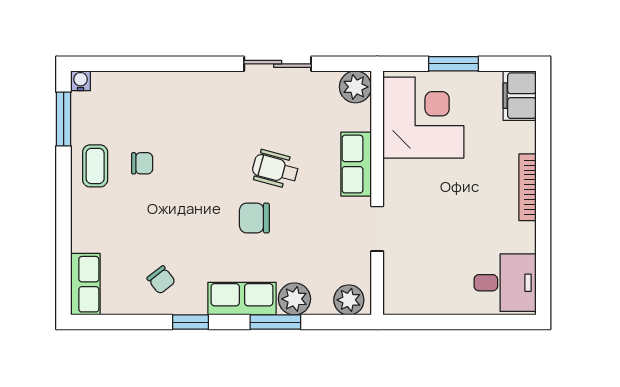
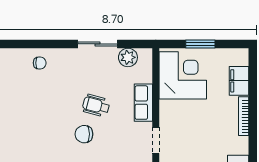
plant: (355, 87) -> (128, 57), moved
filing cabinet: (520, 96) -> (239, 81), moved
chair: (142, 163) -> (40, 63), moved

